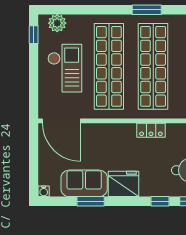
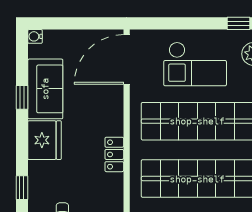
locker: (151, 130) -> (114, 154), moved
window: (91, 201) -> (22, 97), width x0.67

